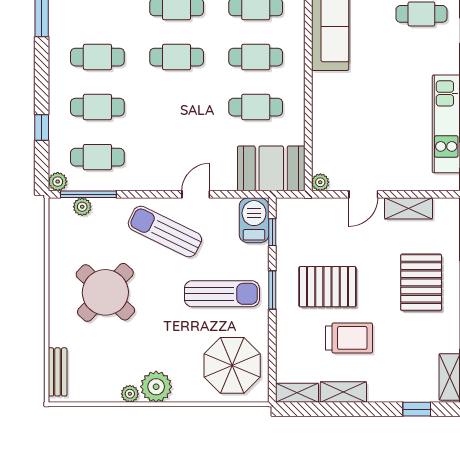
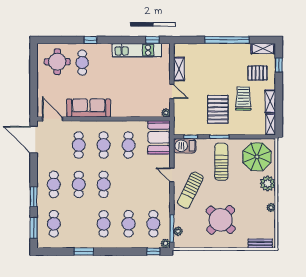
window: (42, 128) -> (153, 252), moved
pallet: (421, 282) -> (258, 73), moved, width x0.67, depth x0.71
plant: (156, 387) -> (268, 183), moved

